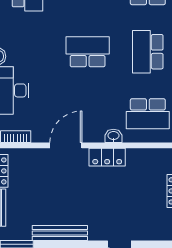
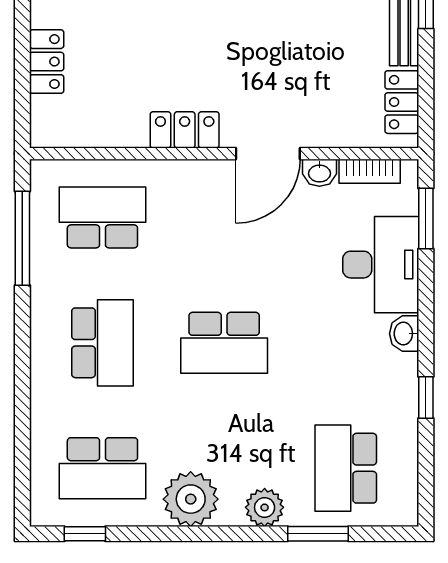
washbasin: (113, 136) -> (319, 173), moved

